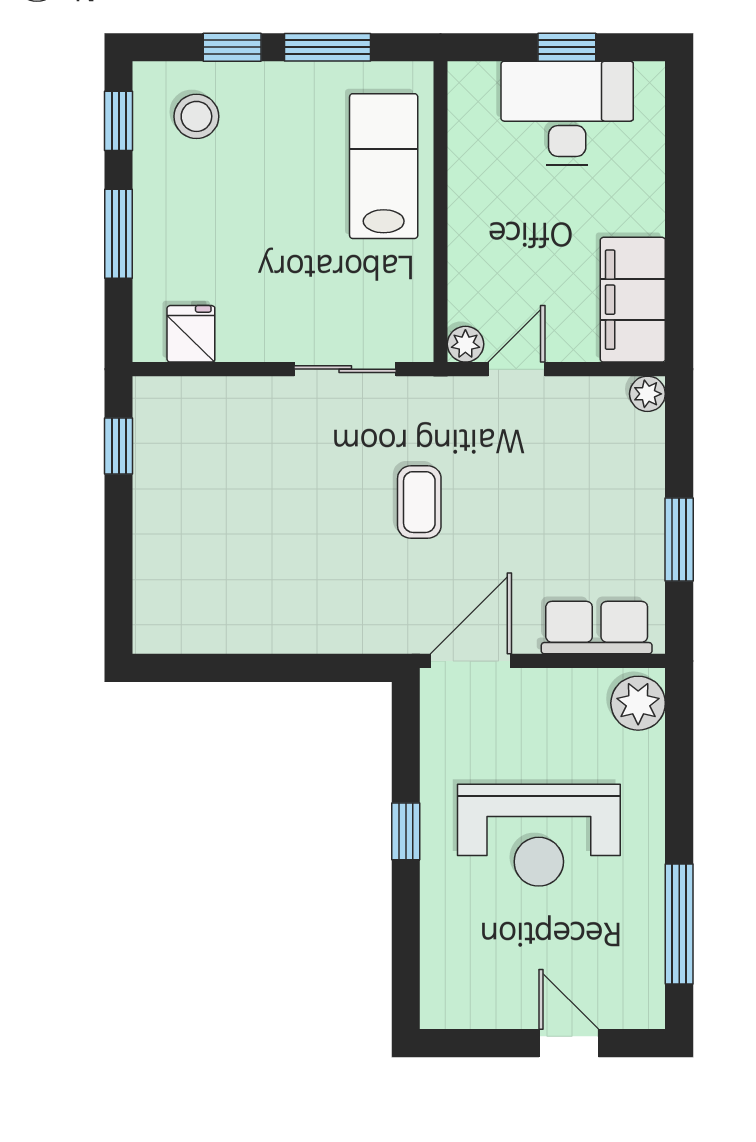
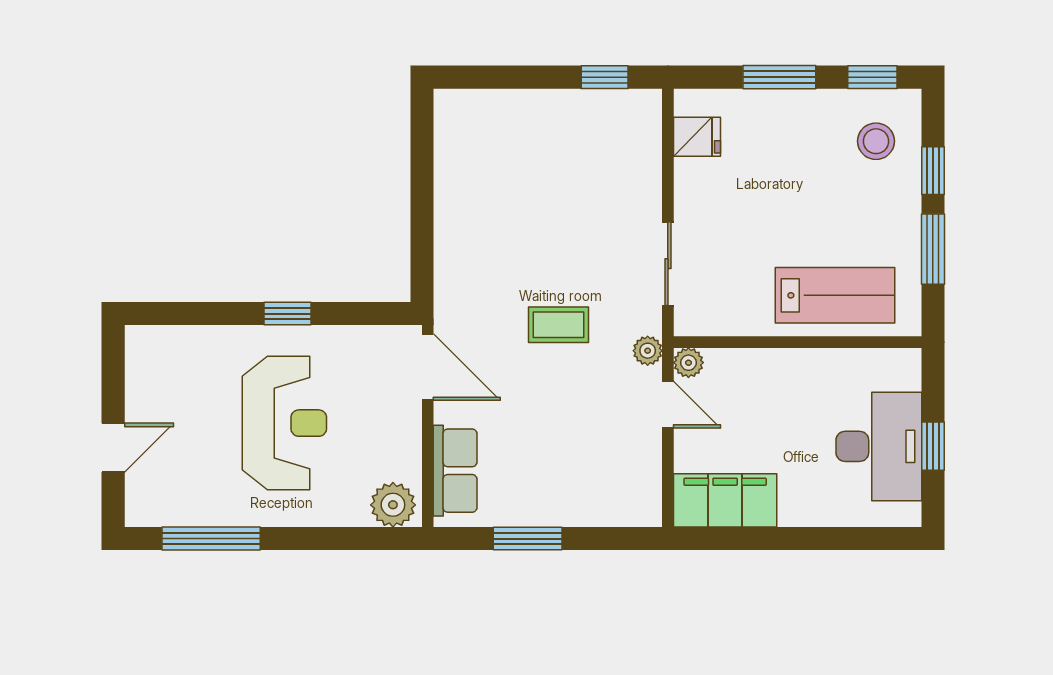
plant: (647, 394) -> (648, 351), moved
reception desk: (539, 835) -> (284, 423), turned 180

